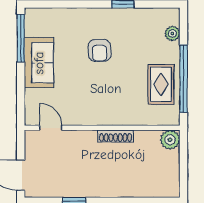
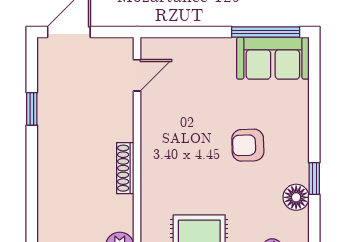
floor lamp: (136, 17) -> (296, 197), added
sofa: (39, 63) -> (273, 58), moved

